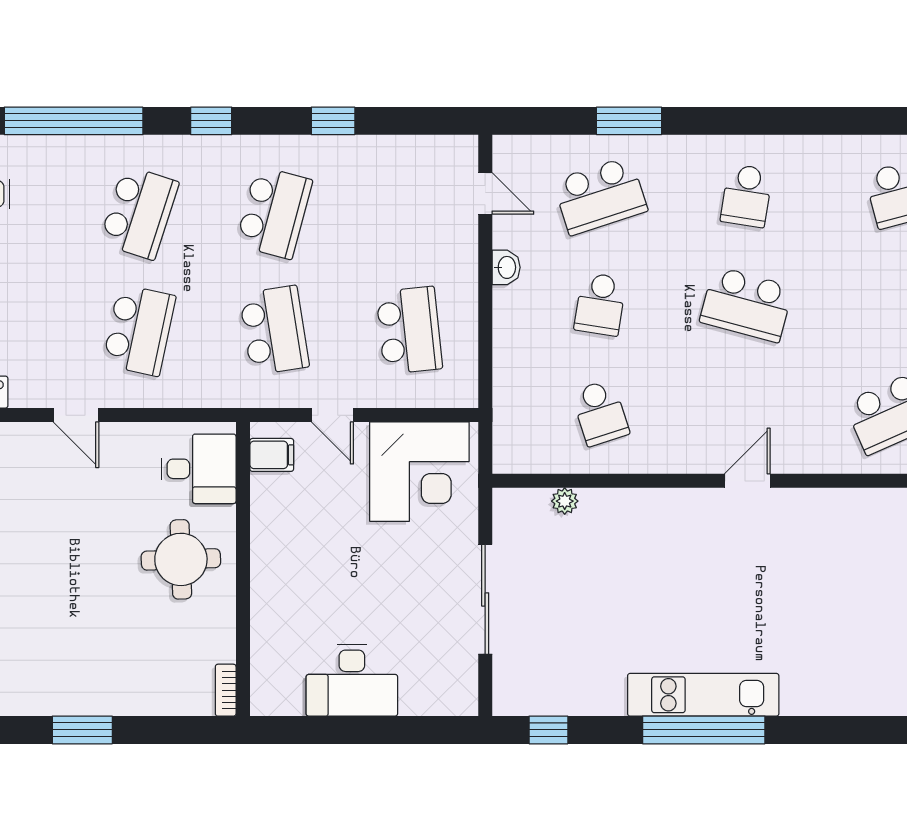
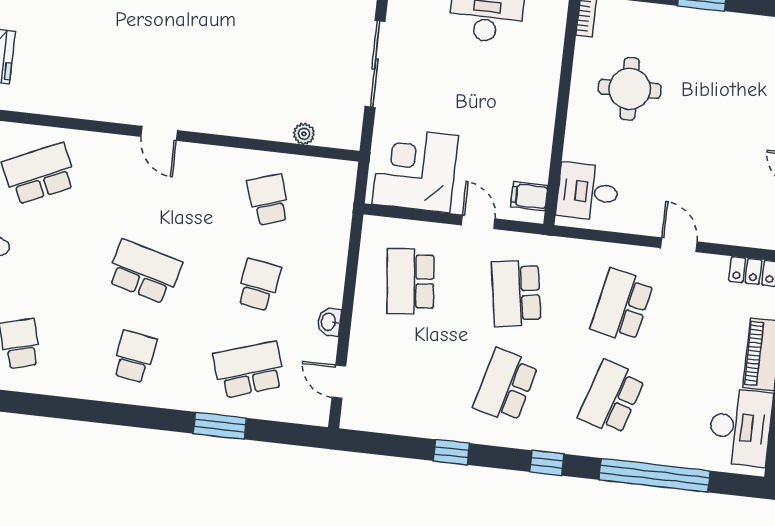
door: (747, 481) -> (159, 133), hinge flipped
round table: (181, 559) -> (630, 89), moved

